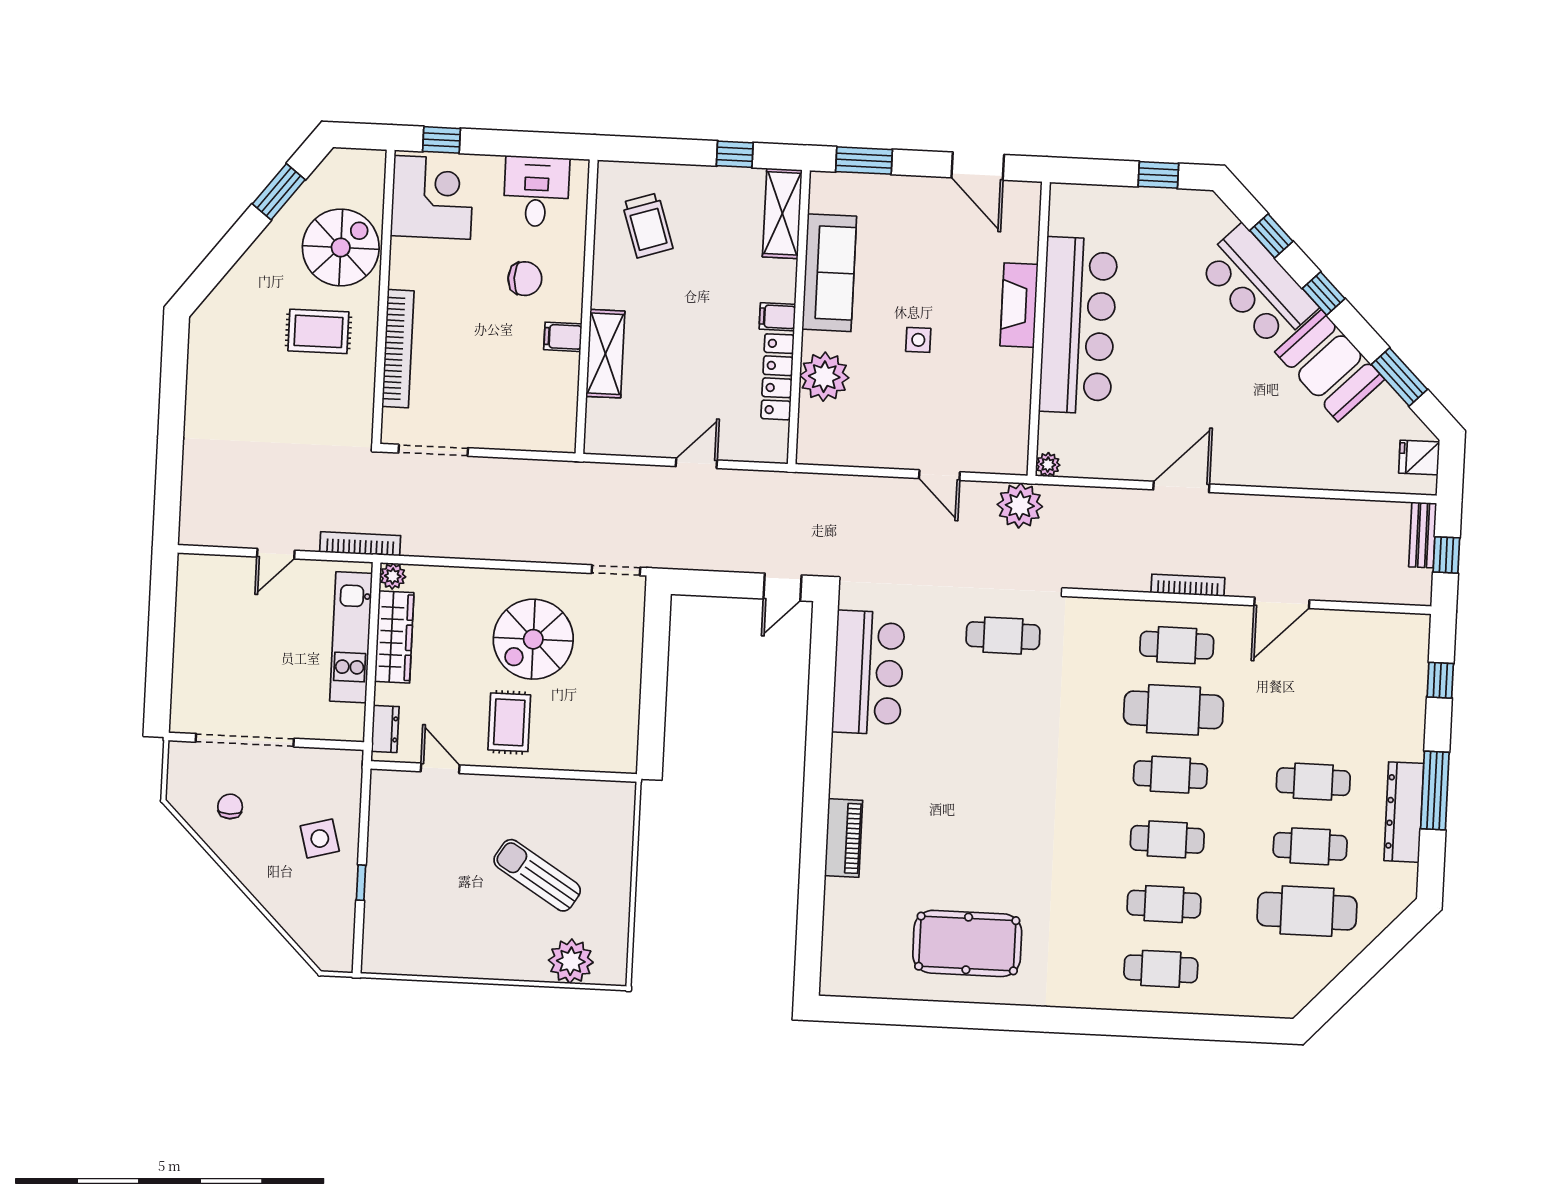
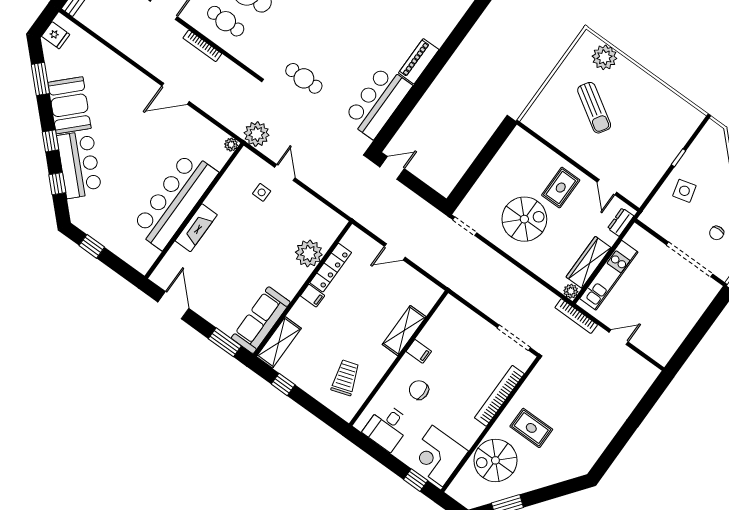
sofa: (829, 273) -> (261, 320), moved
side table: (918, 340) -> (262, 192), moved
piano: (844, 838) -> (419, 61), moved

